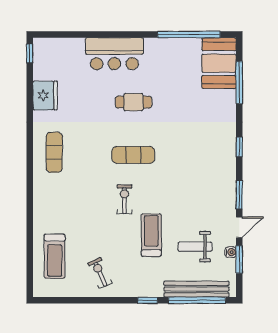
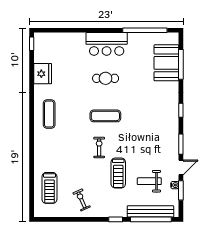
bar counter: (114, 54) -> (107, 44), moved
booth: (219, 63) -> (166, 63), moved
treadmill: (151, 235) -> (118, 173), turned 180

